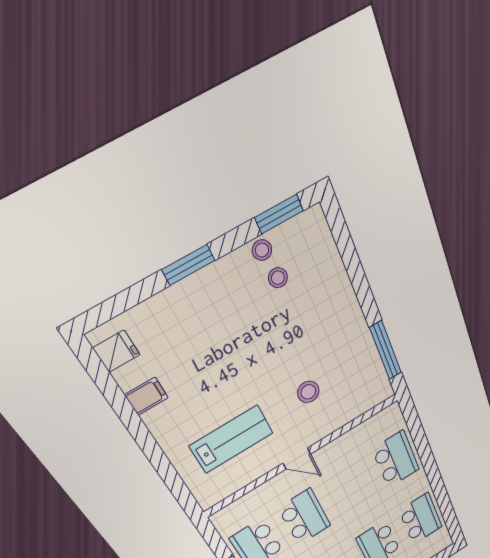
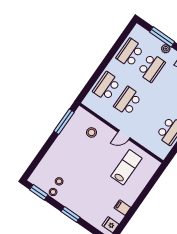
stool: (308, 392) -> (91, 132), moved
lab bench: (232, 439) -> (126, 167), turned 90
door: (297, 459) -> (124, 135), swing flipped
school desk: (305, 517) -> (128, 101), moved

